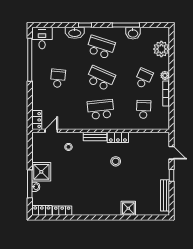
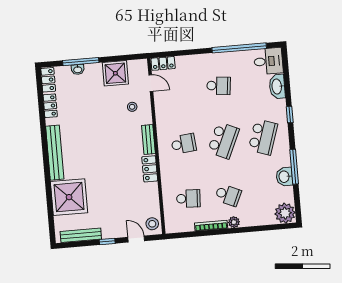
washbasin: (75, 33) -> (277, 87), moved
plant: (161, 49) -> (285, 213), moved
school desk: (101, 109) -> (184, 144), width x0.54
door: (172, 153) -> (136, 239), swing flipped
stool: (116, 161) -> (152, 224), moved
shower: (41, 172) -> (115, 73), moved
shower: (128, 208) -> (69, 197), width x1.86, depth x1.86
bench: (99, 210) -> (55, 153), added

